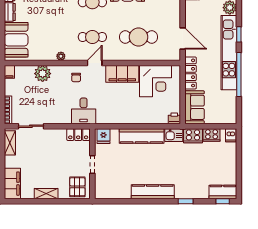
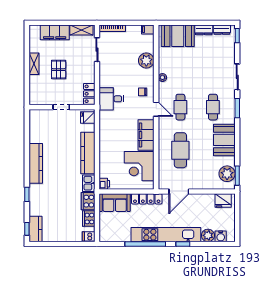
filing cabinet: (12, 184) -> (55, 32), moved
pallet: (77, 187) -> (59, 70), moved, turned 90

